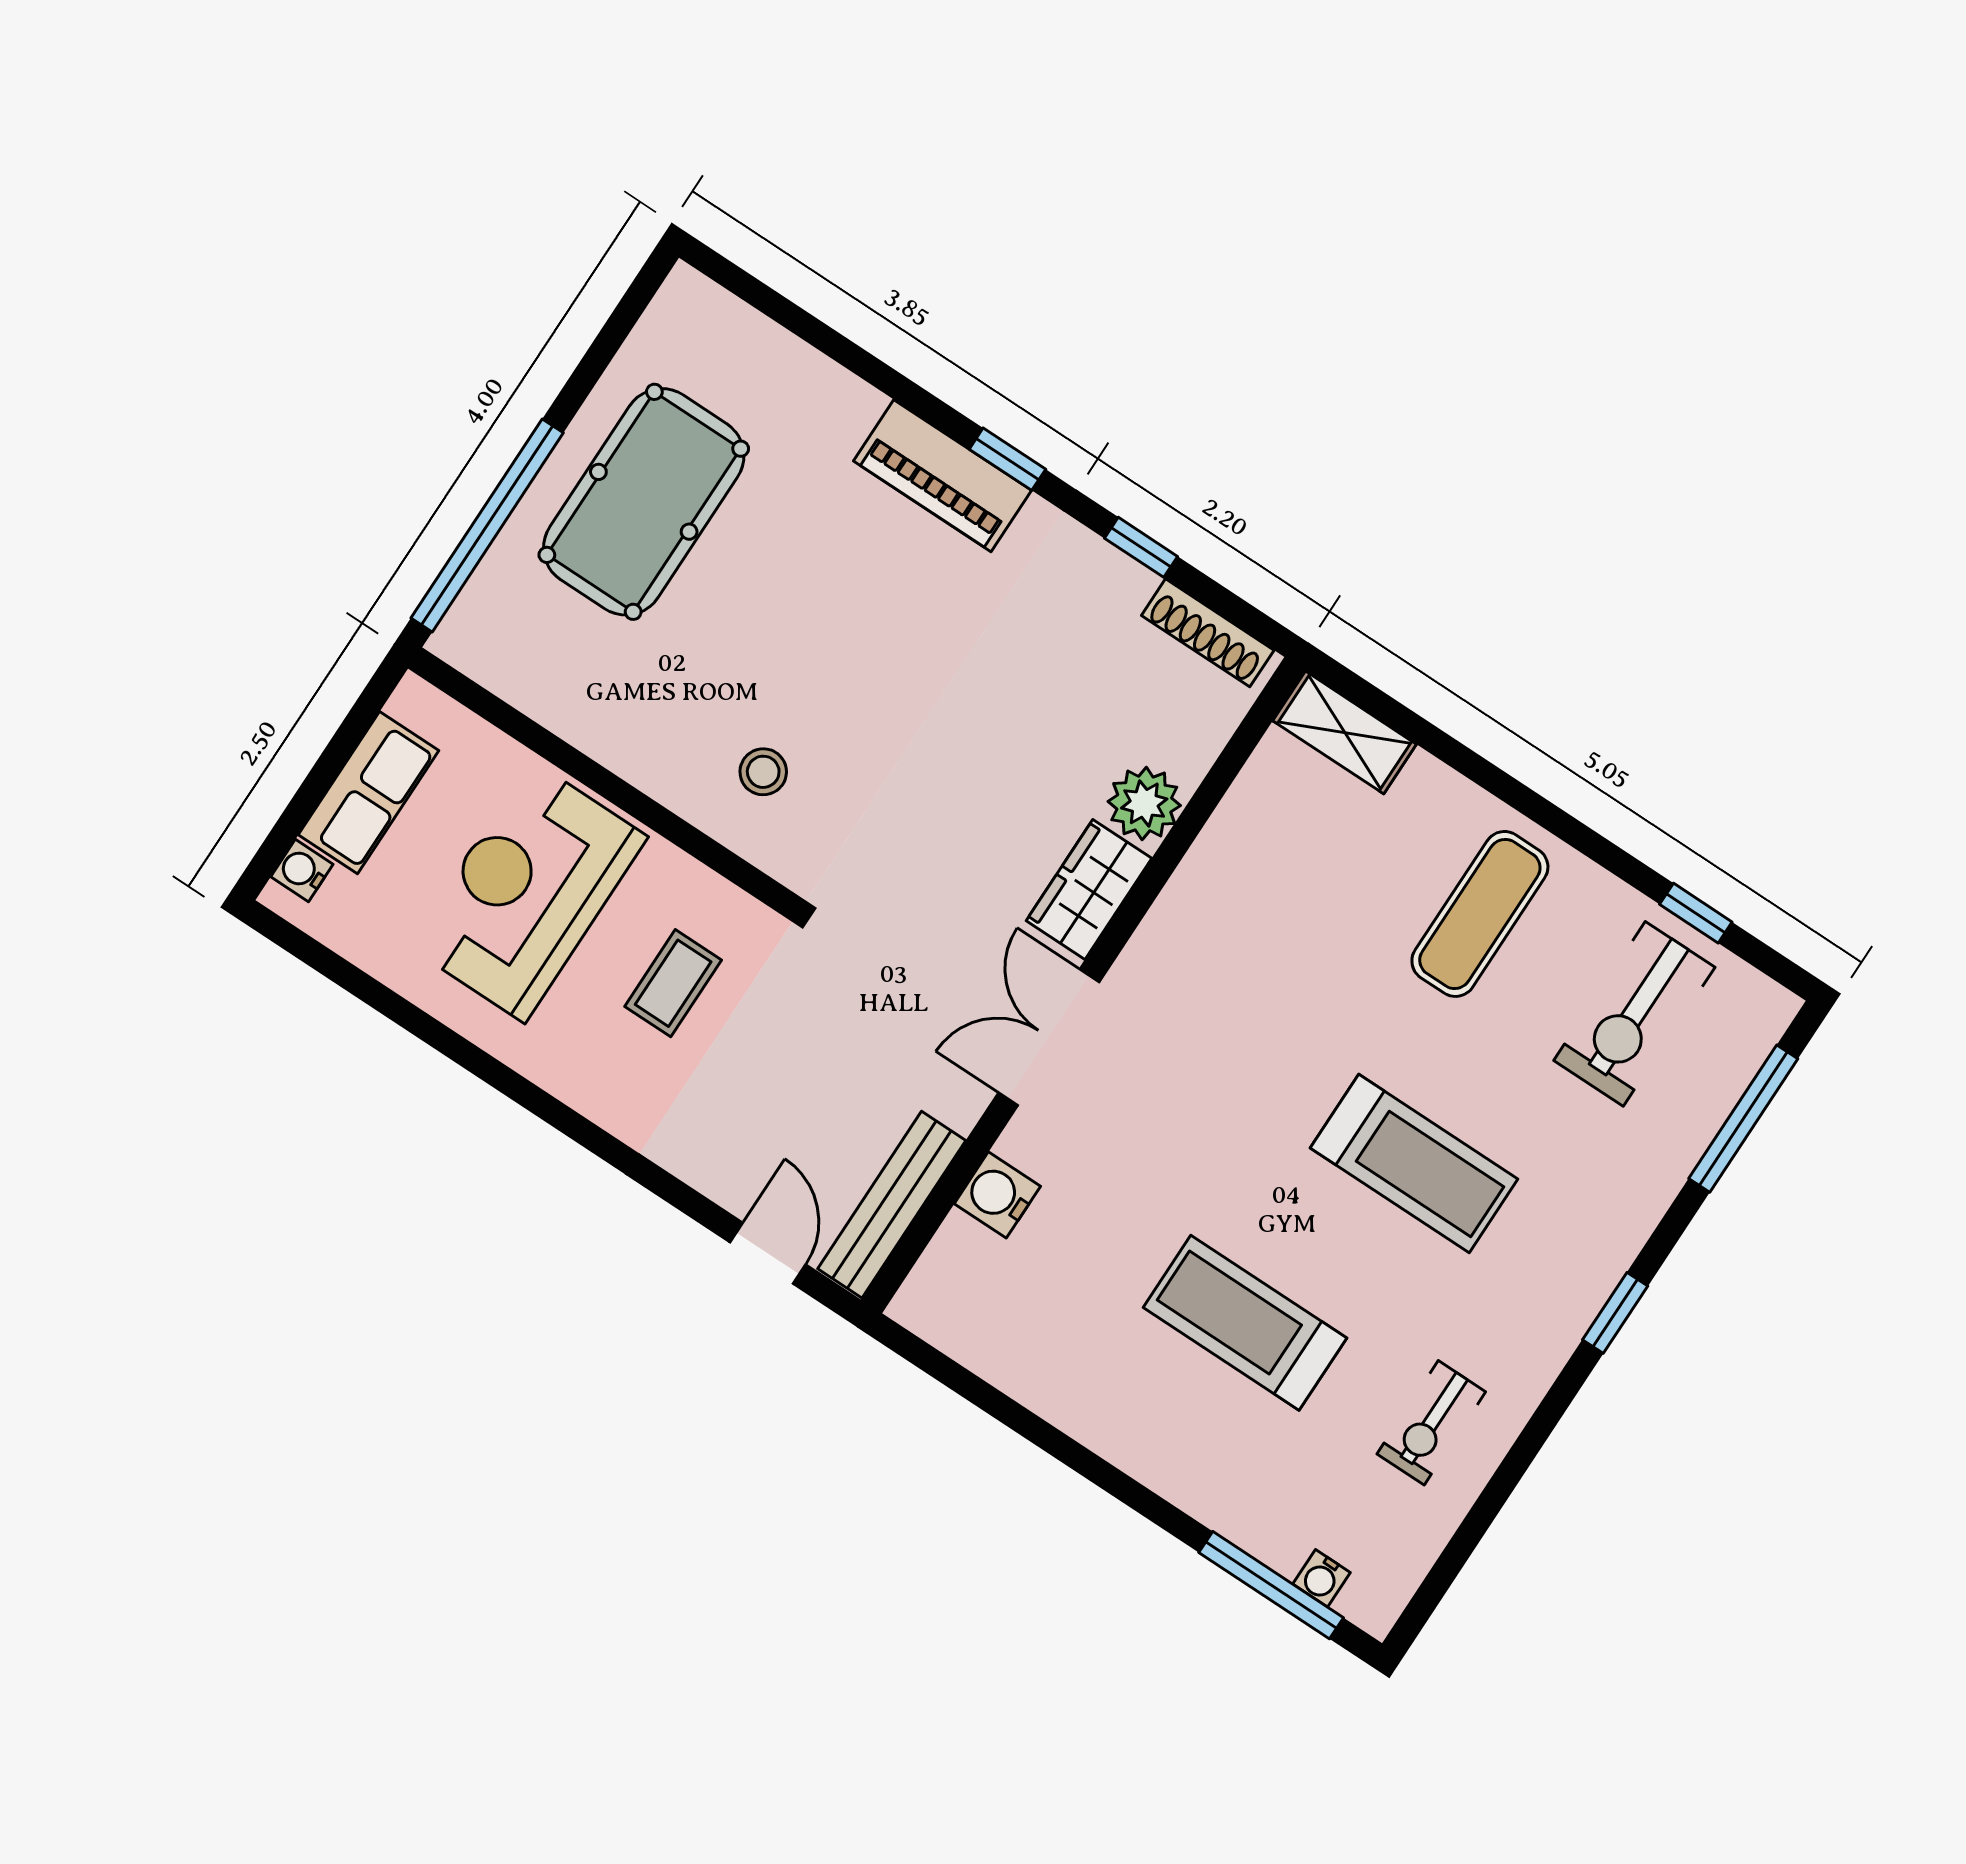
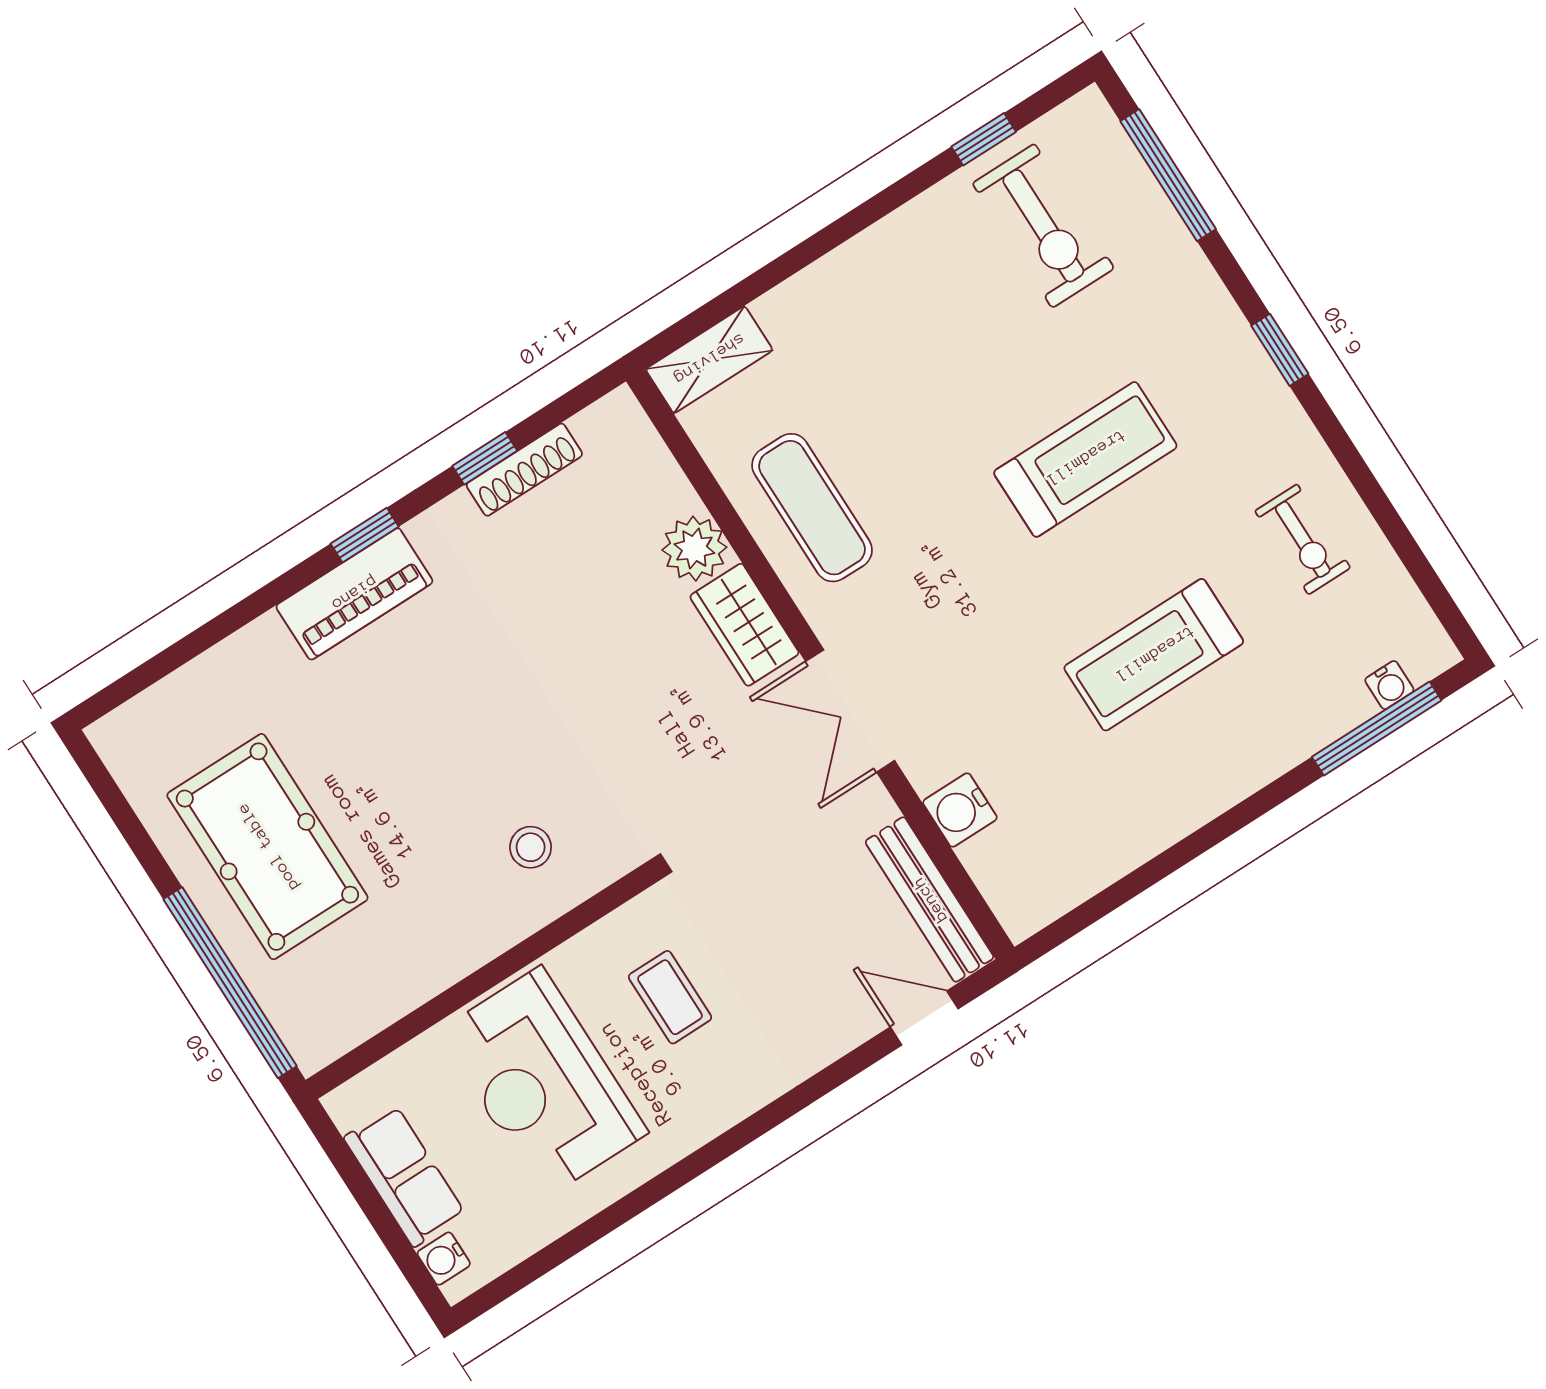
shoe rack: (1208, 633) -> (524, 470), moved
exercise mat: (1480, 914) -> (812, 508), moved

